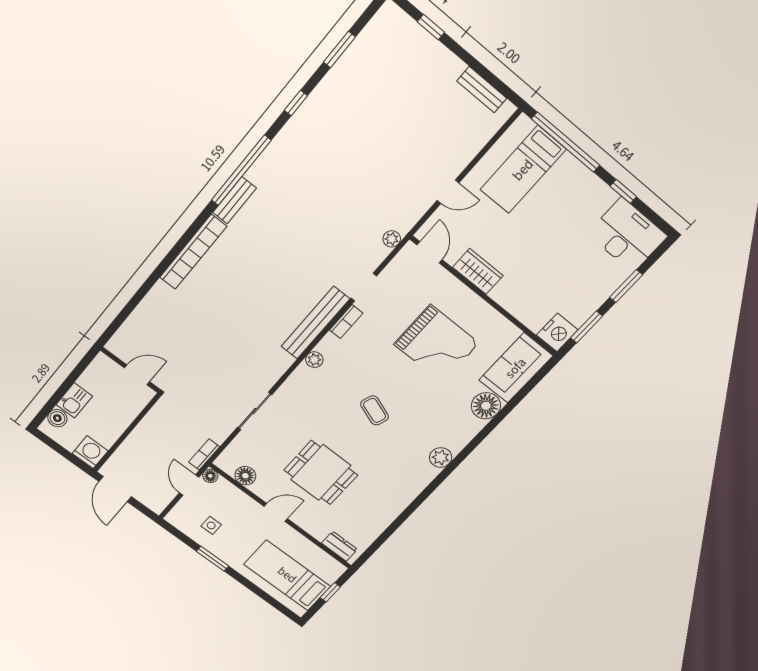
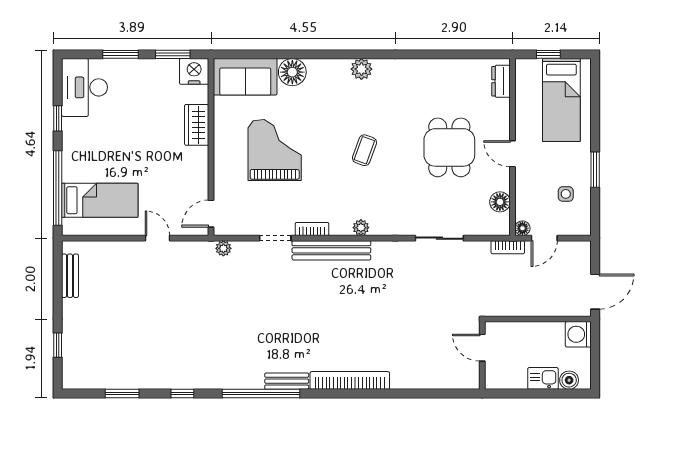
wardrobe: (478, 271) -> (197, 125), moved

